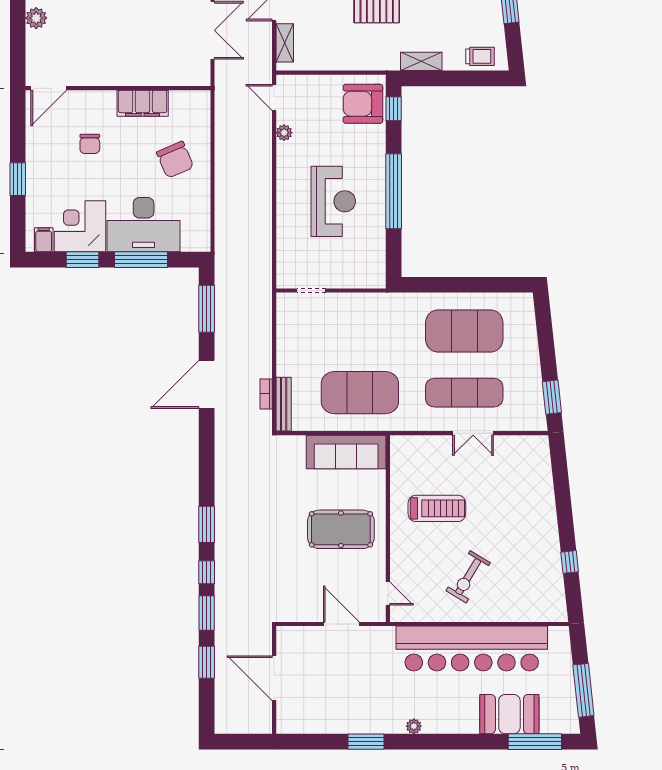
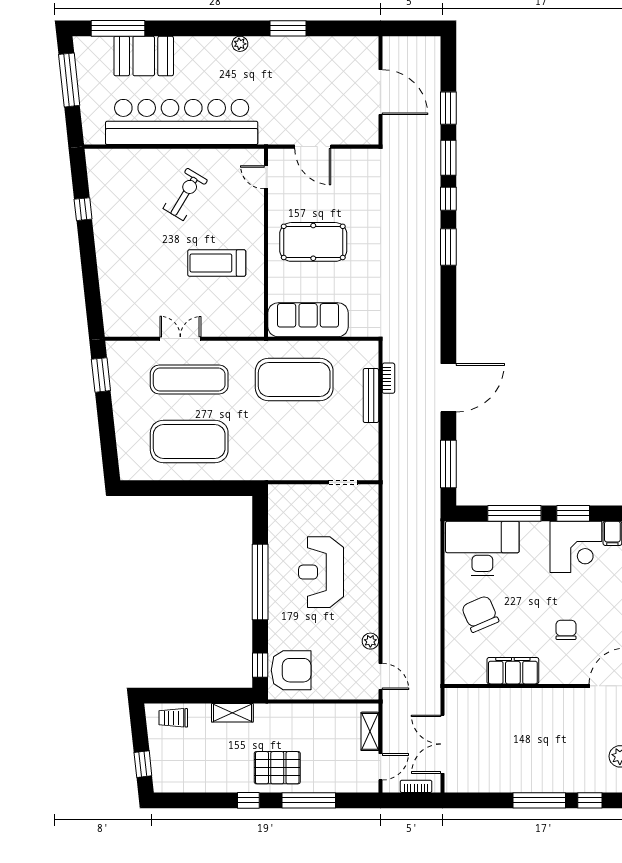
desk: (144, 225) -> (482, 549), moved
bench: (284, 404) -> (371, 396), moved

